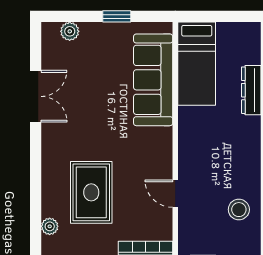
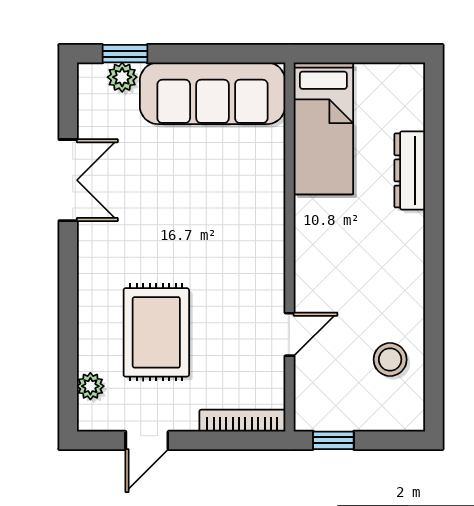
window: (117, 16) -> (125, 54), moved
sofa: (153, 80) -> (213, 93), moved, turned -90
door: (175, 194) -> (289, 334), swing flipped

